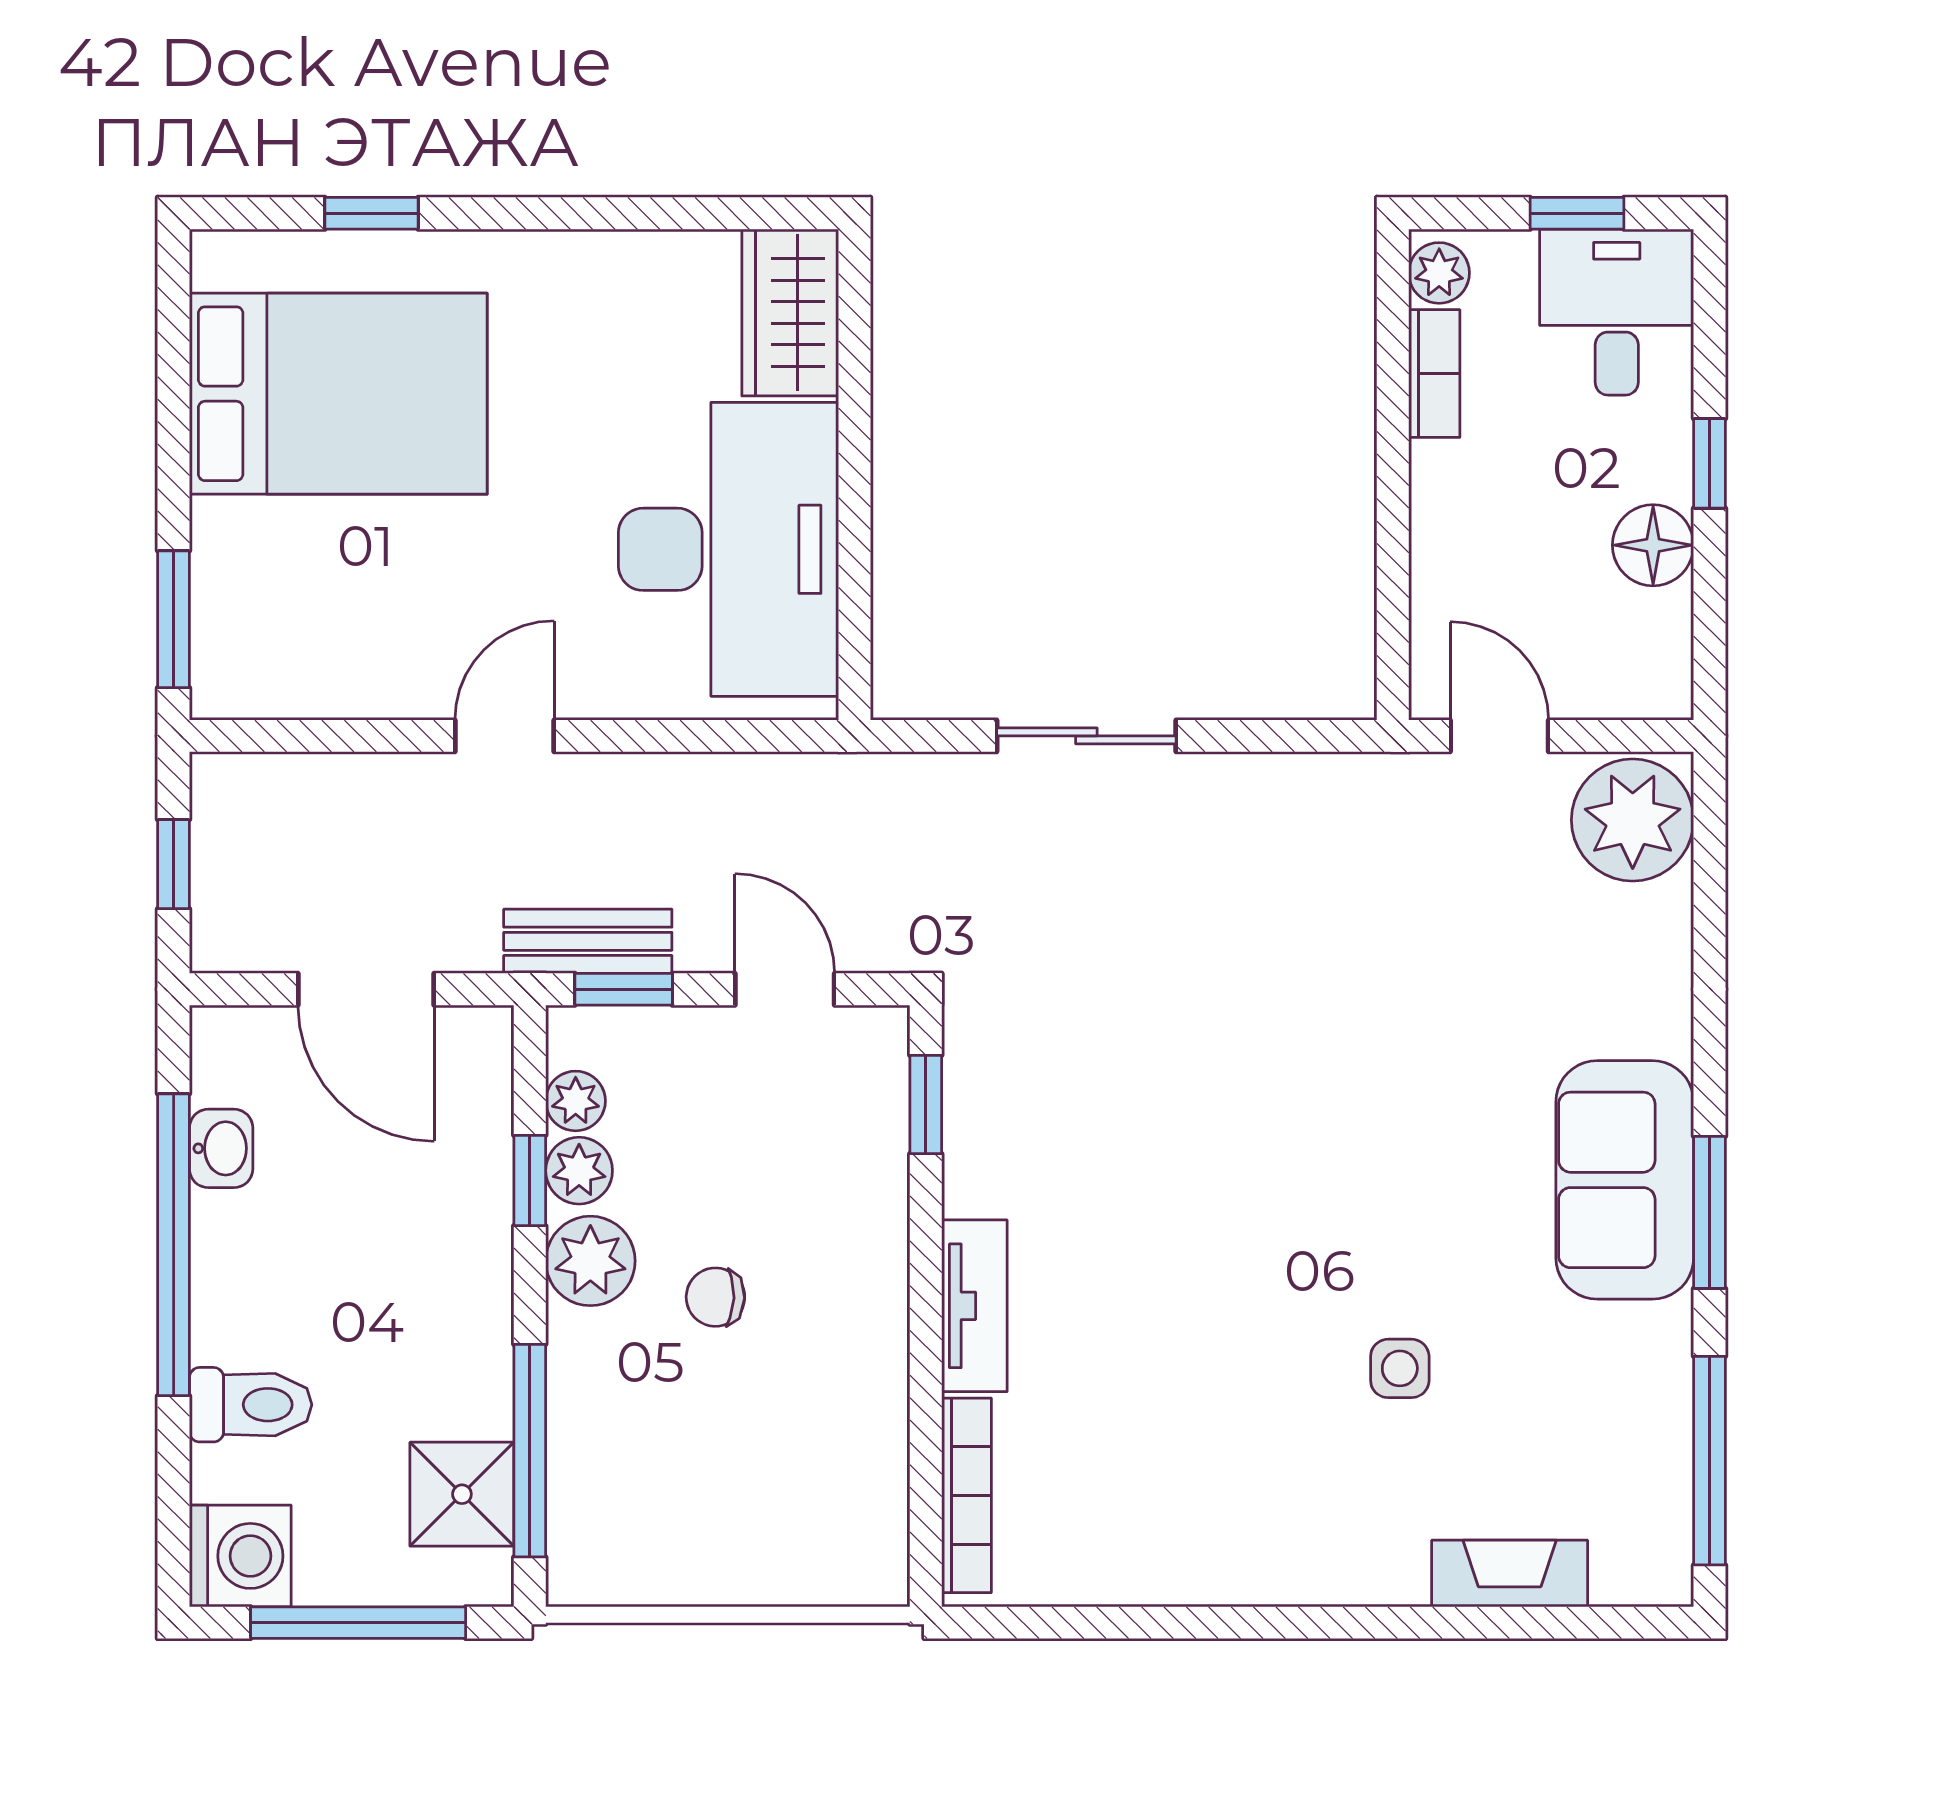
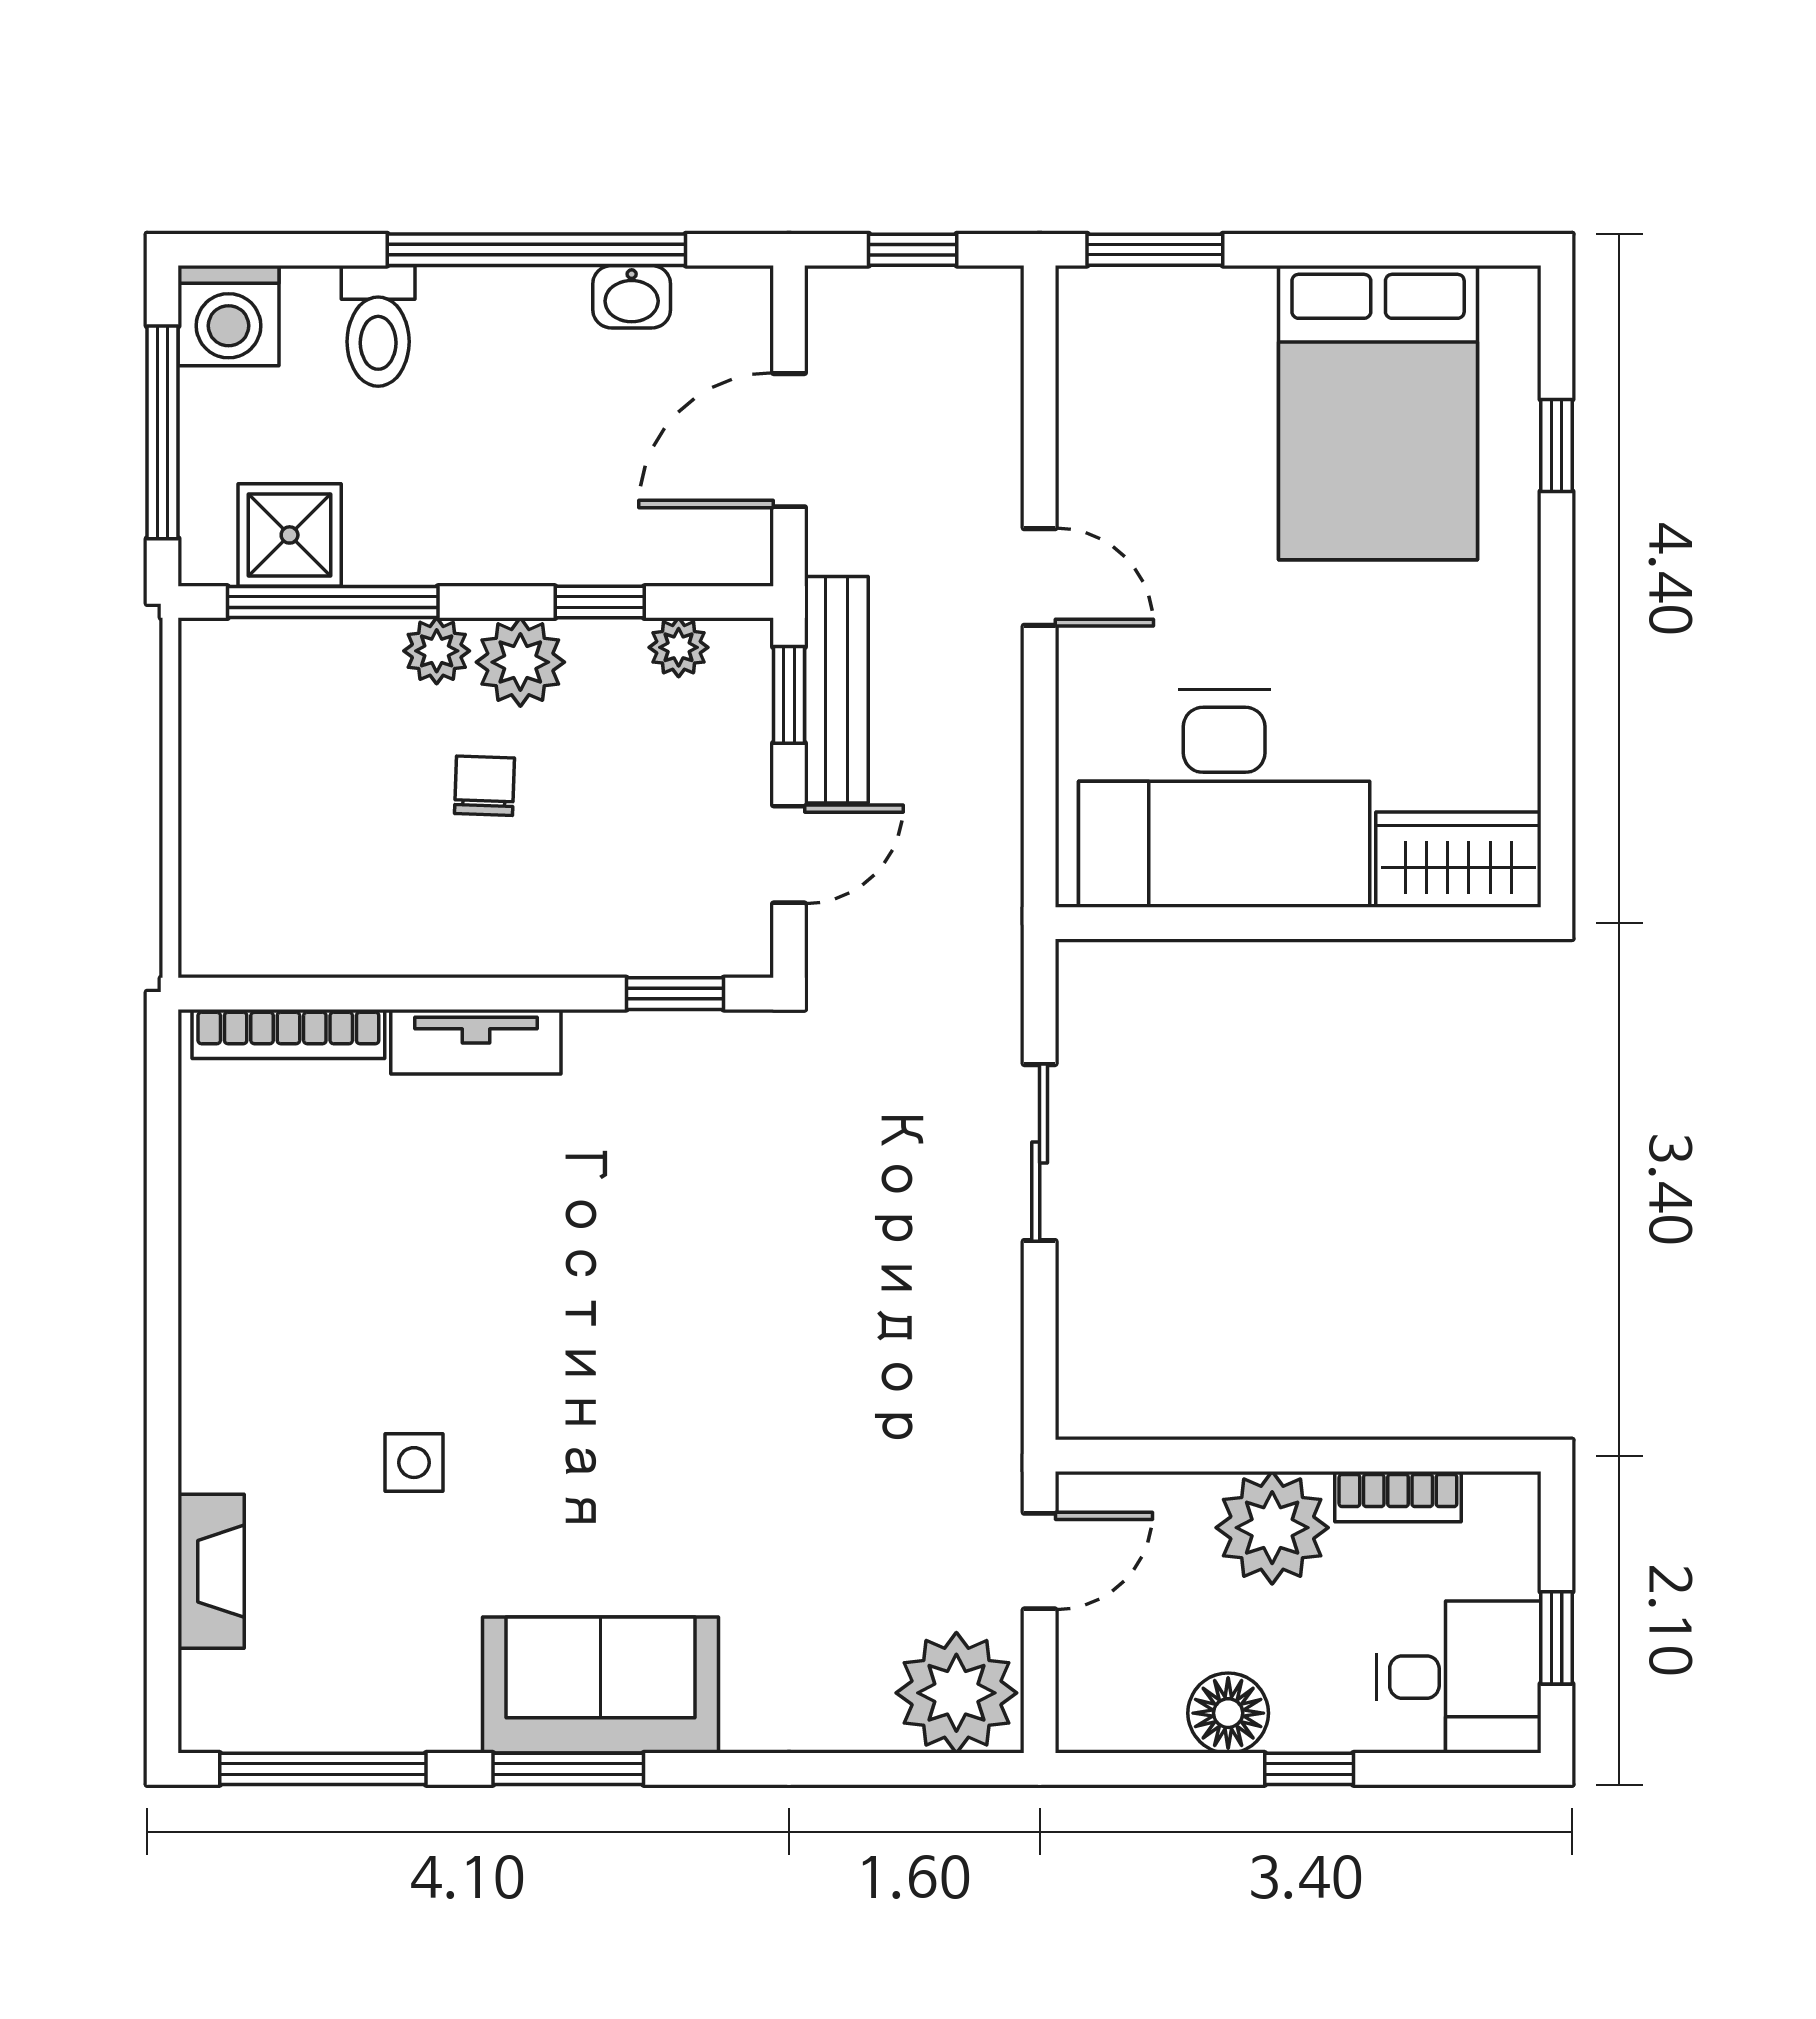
plant: (1439, 273) -> (1272, 1528), moved, width x1.88, depth x1.88
bench: (588, 941) -> (836, 690), width x1.36
plant: (579, 1171) -> (437, 651), moved

